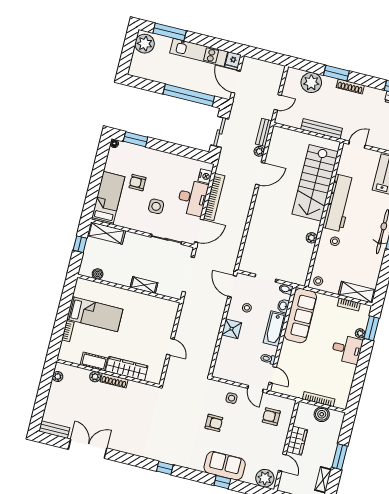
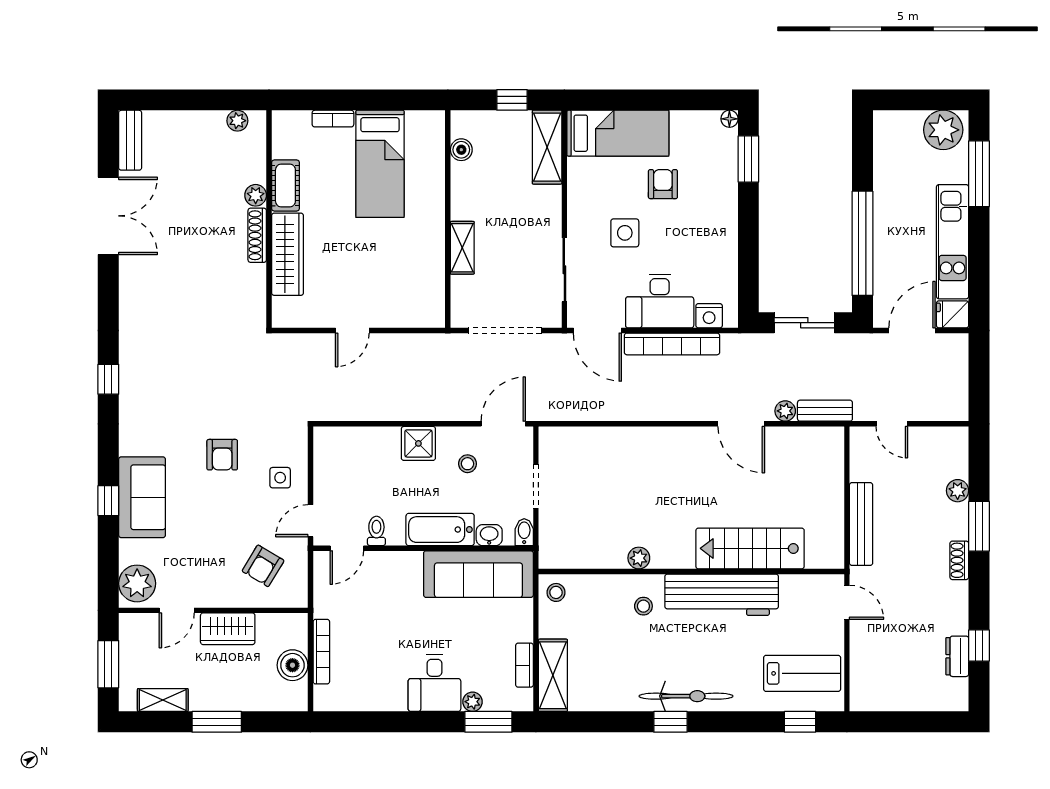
plant: (311, 83) -> (958, 491), width x0.53, depth x0.53
shoe rack: (350, 86) -> (959, 560), width x0.70
stairs: (315, 183) -> (750, 548), width x0.73, depth x0.66
armchair: (271, 417) -> (263, 566), turned -149

